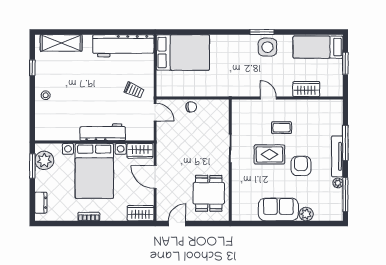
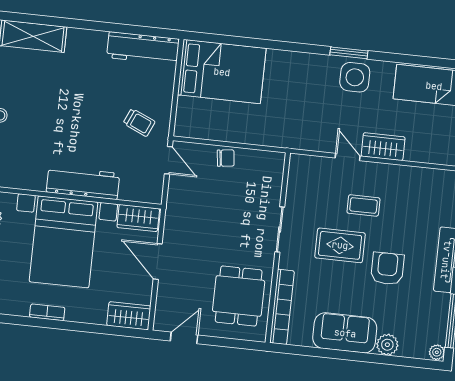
workbench: (123, 46) -> (143, 48), width x0.73, depth x0.76
wardrobe: (306, 89) -> (383, 147), moved
plant: (338, 183) -> (437, 352), moved
bookcase: (237, 197) -> (282, 307), added

